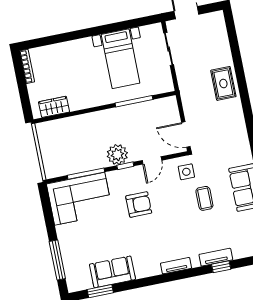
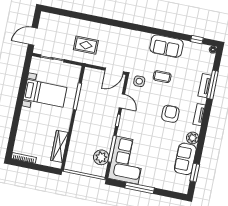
rug: (223, 83) -> (86, 45), moved
wardrobe: (54, 107) -> (59, 146), width x1.50
plant: (117, 155) -> (101, 157), moved
armchair: (139, 205) -> (170, 114), moved
window: (57, 260) -> (140, 188), moved
window: (221, 267) -> (213, 85), width x2.17
plant: (143, 270) -> (193, 138), added

